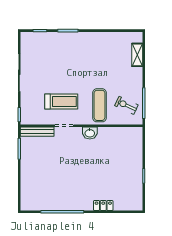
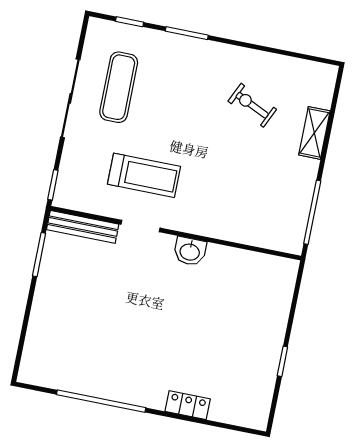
shelving: (137, 55) -> (314, 133), moved
exercise mat: (99, 105) -> (119, 87), moved
exercise bike: (126, 105) -> (252, 105), moved

